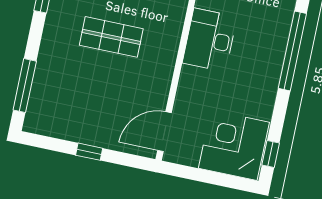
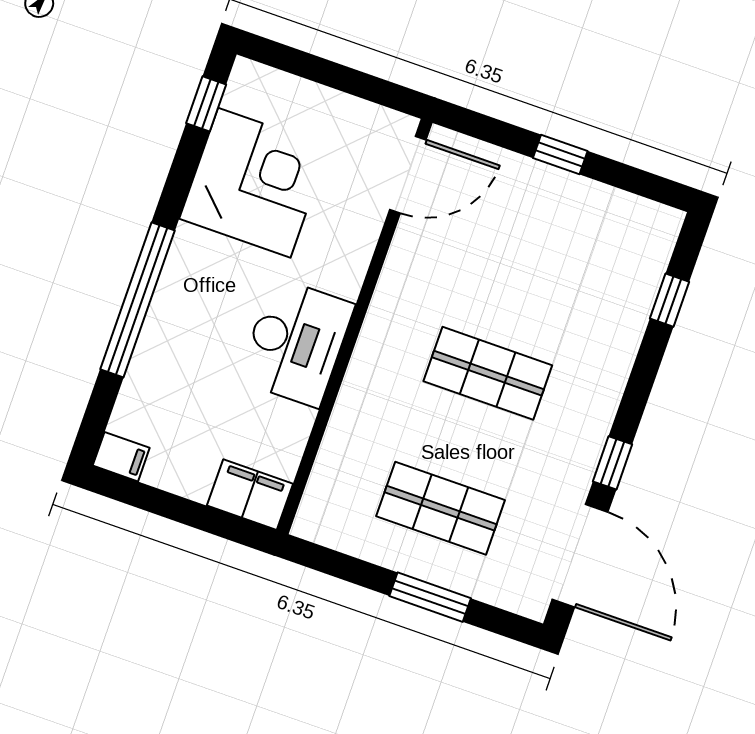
window: (25, 86) -> (669, 300), width x0.46
corner desk: (234, 145) -> (254, 183), moved, turned -90

